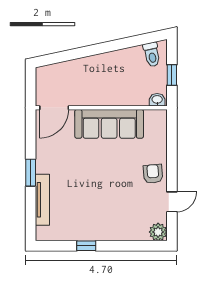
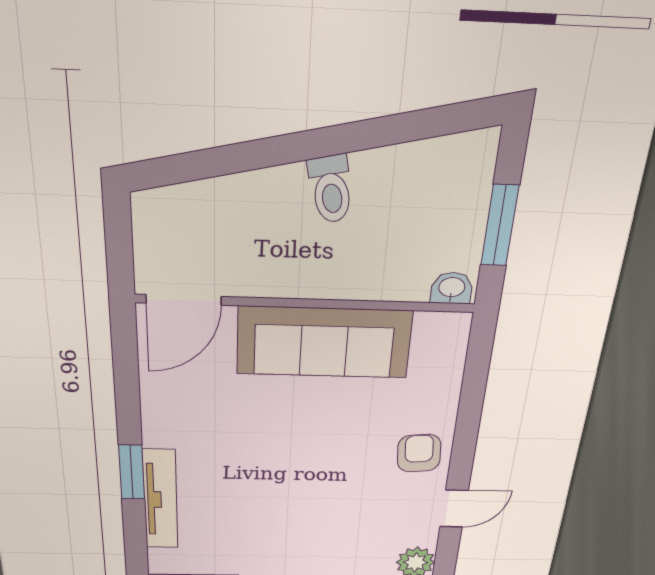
toilet: (152, 54) -> (331, 189), moved
window: (172, 75) -> (500, 226), width x1.50
window: (31, 173) -> (132, 472), moved

